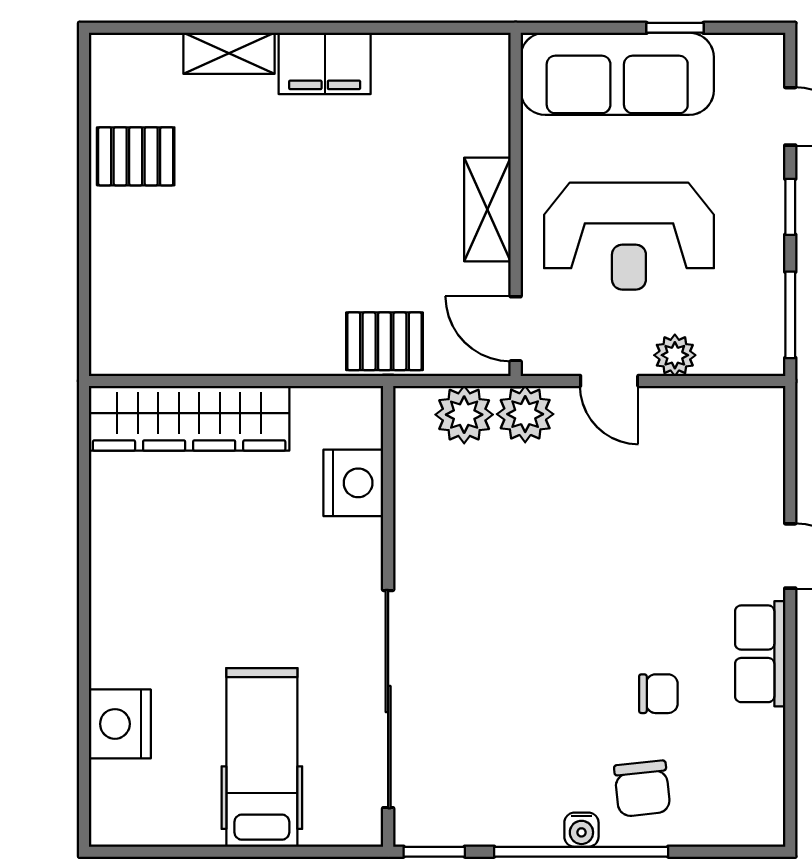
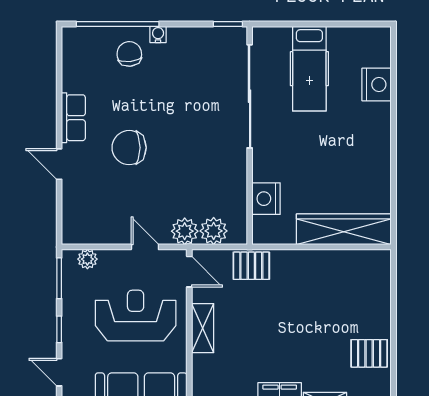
plant: (675, 355) -> (87, 259), moved
chair: (658, 694) -> (129, 148), moved, width x1.87, depth x1.87
window: (581, 852) -> (118, 24), moved

